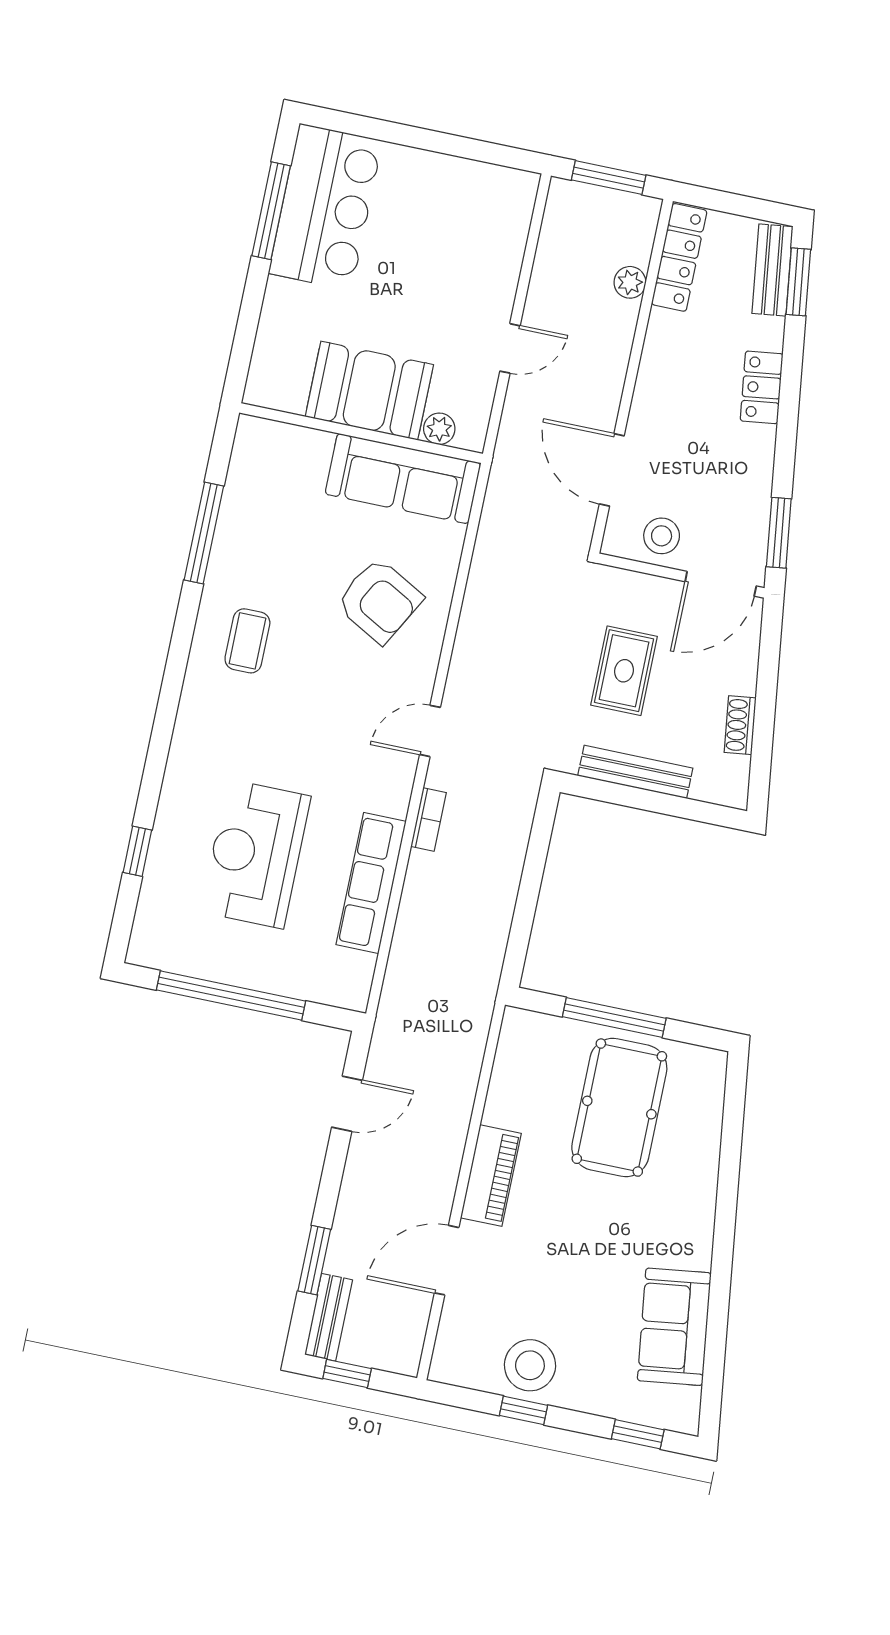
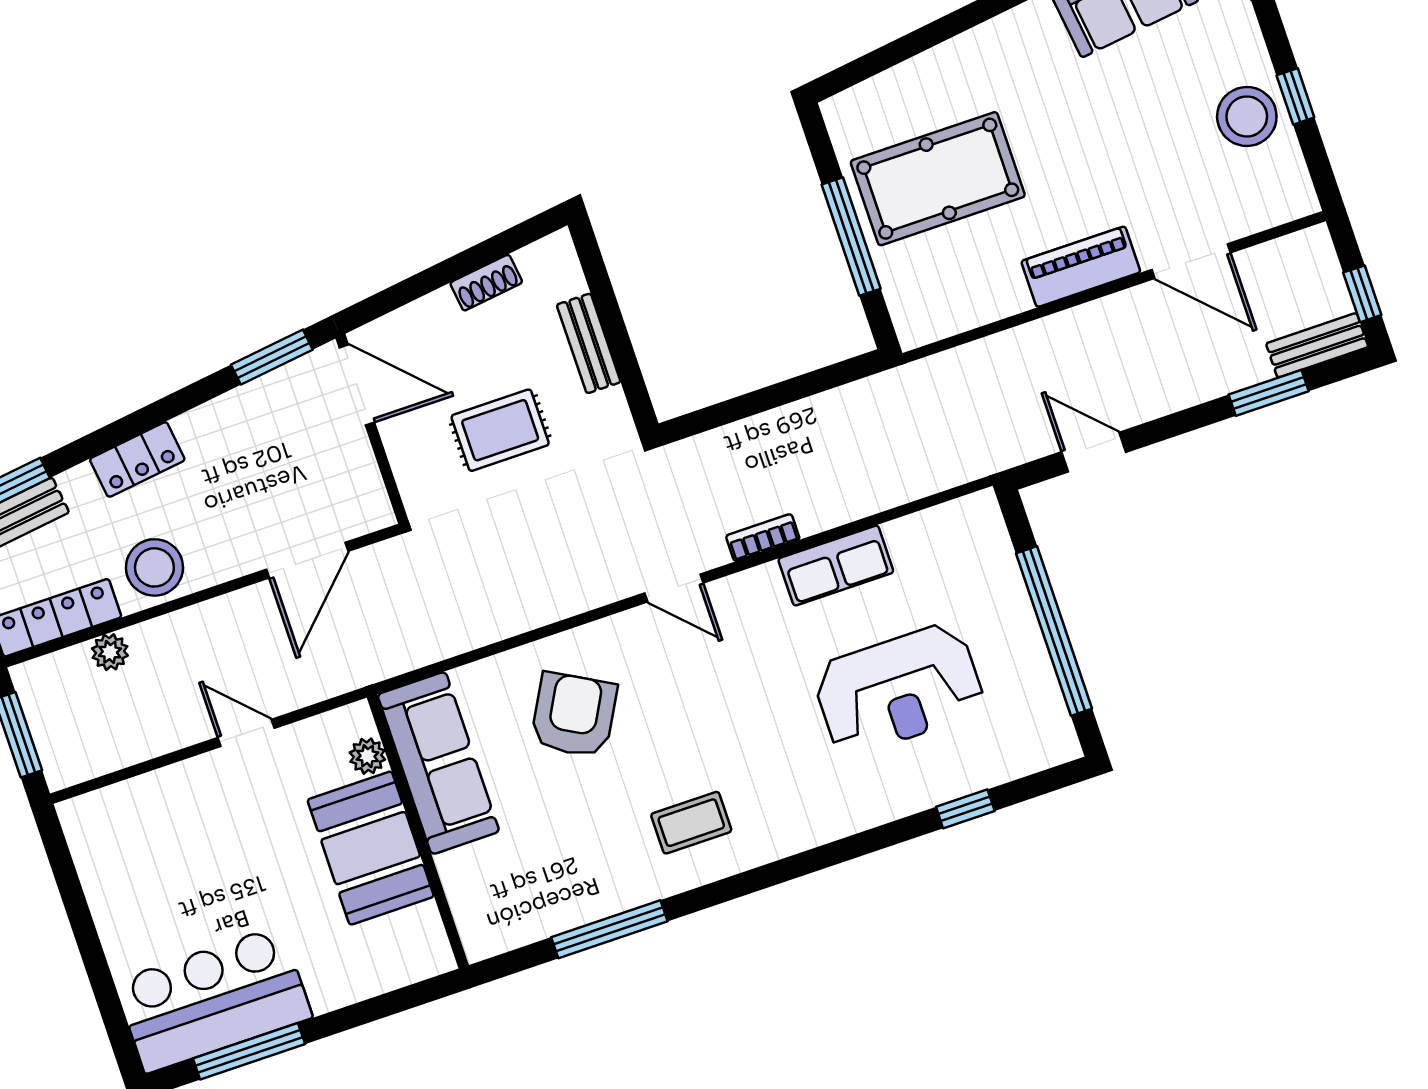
stool: (662, 536) -> (154, 567), moved, width x1.38, depth x1.38
bench: (635, 772) -> (589, 343), width x0.73
row of seats: (371, 883) -> (836, 566), width x0.68

